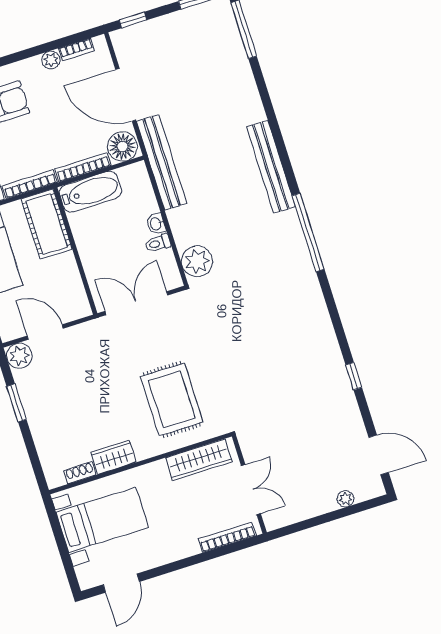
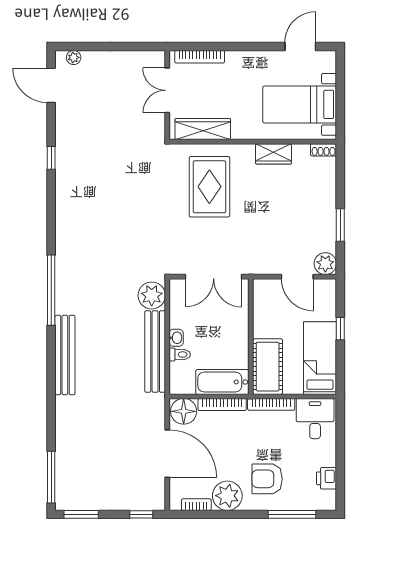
plant: (51, 60) -> (227, 496), width x1.88, depth x1.88
bench: (162, 162) -> (155, 351), moved
toilet: (158, 243) -> (180, 355), moved
shoe rack: (80, 473) -> (324, 150), moved
plant: (345, 499) -> (74, 57), moved

